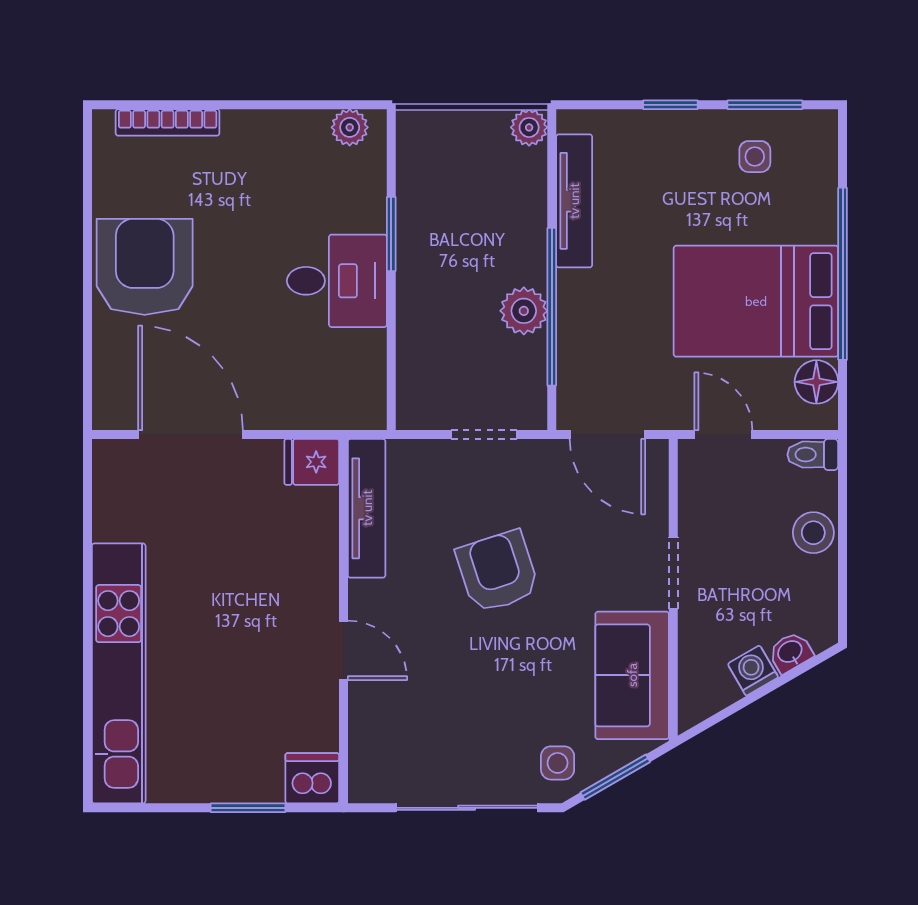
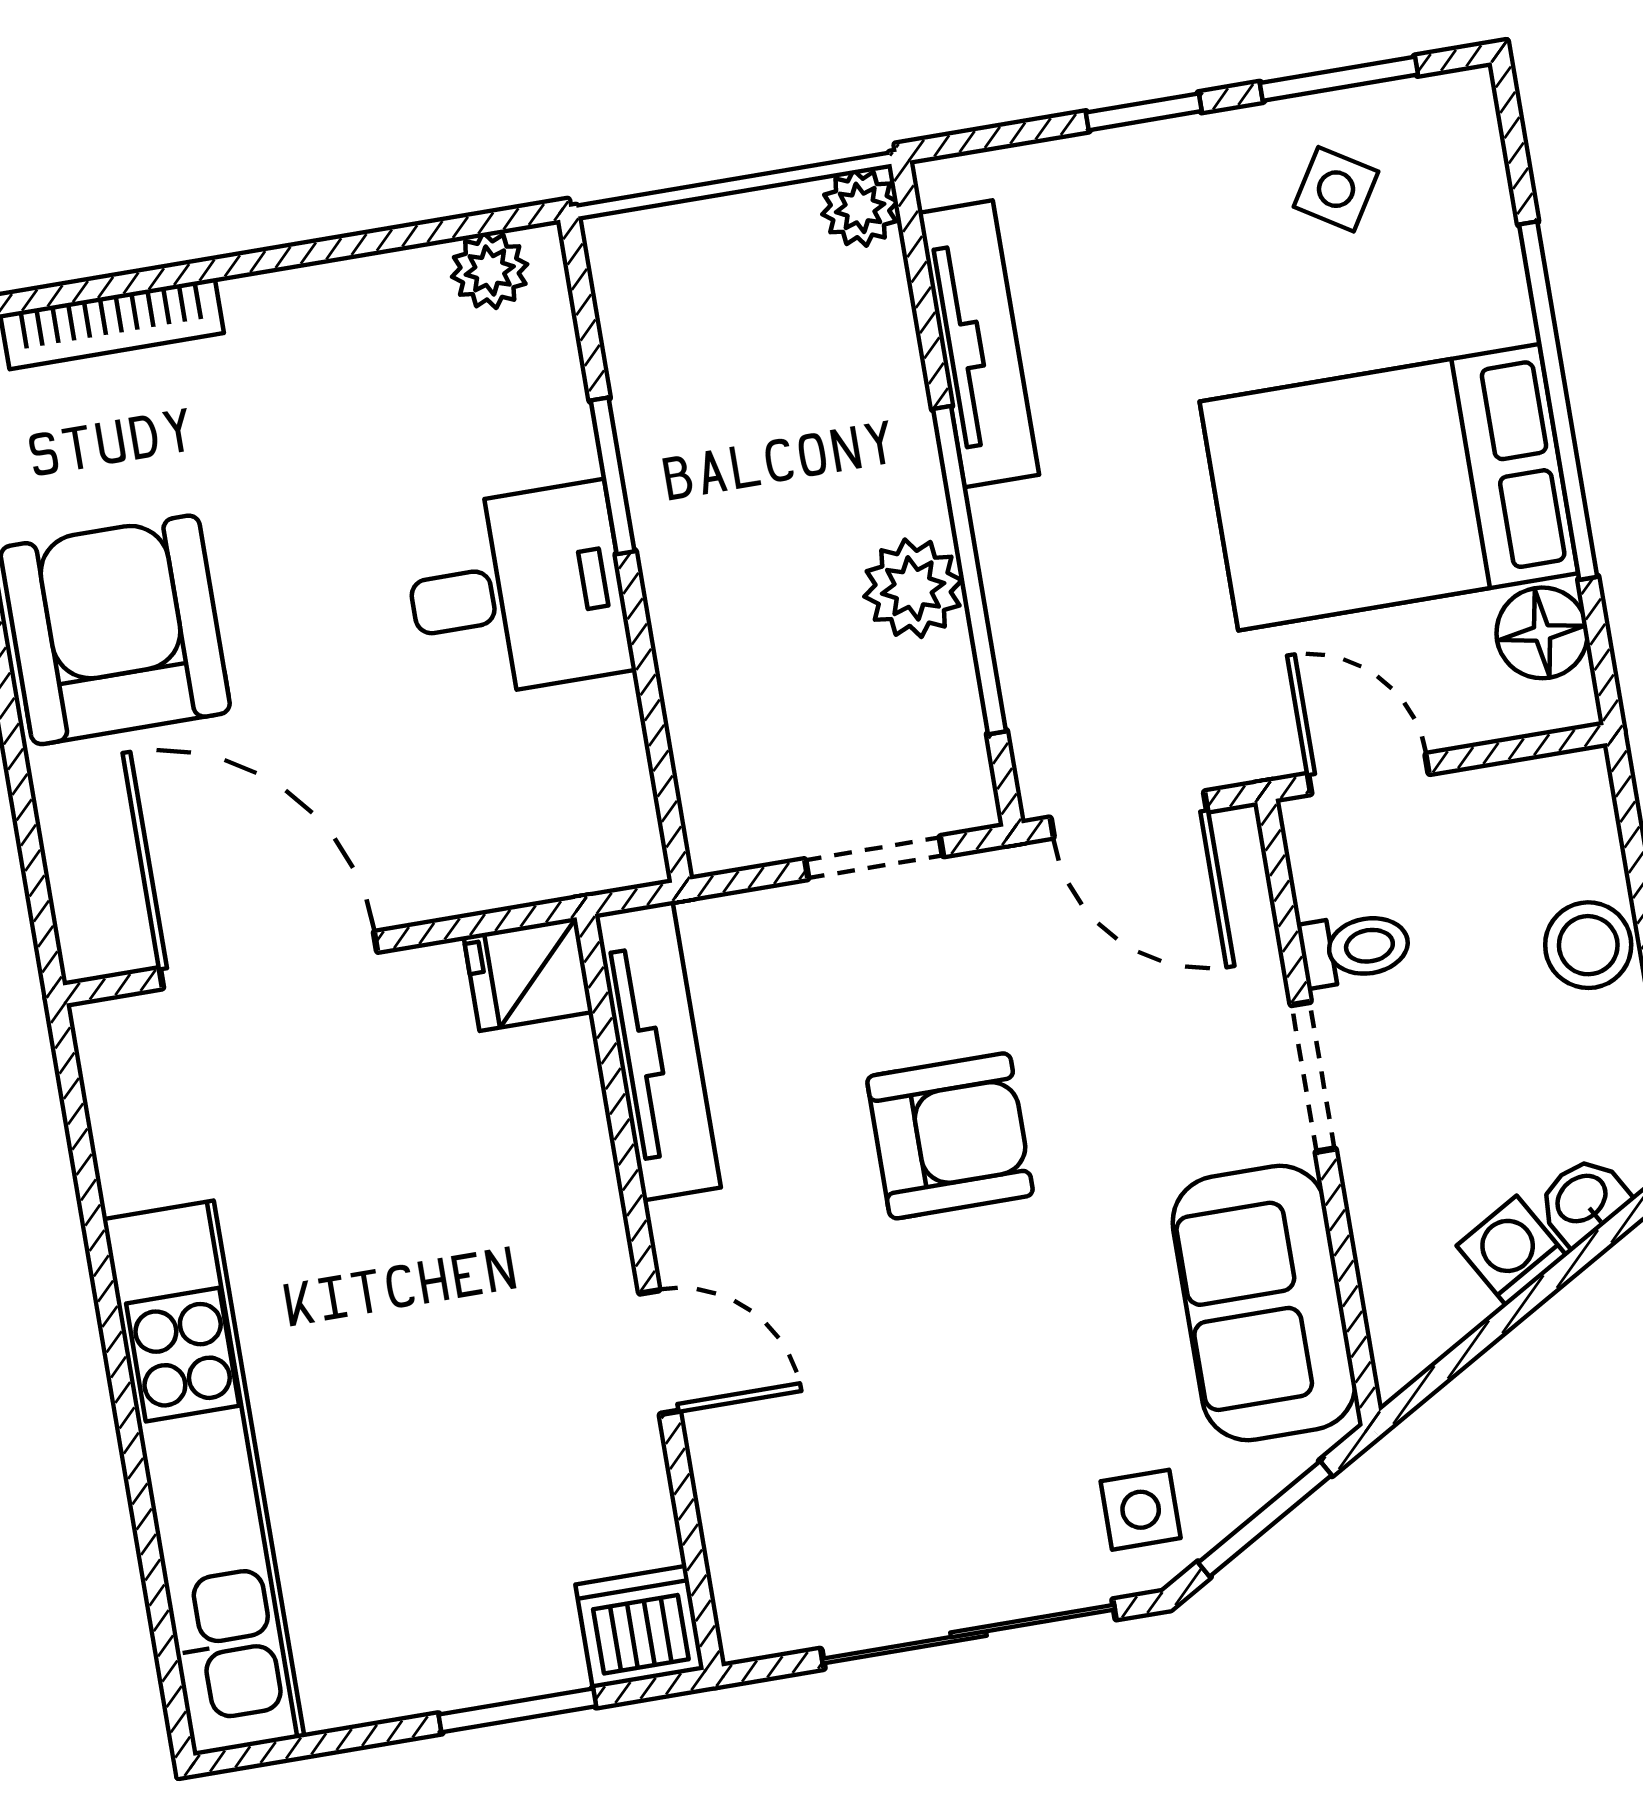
side table: (755, 157) -> (1336, 189), turned 32
toilet: (813, 455) -> (1355, 948), moved, turned 180
armchair: (498, 572) -> (950, 1136), turned 108

